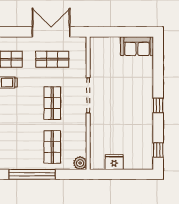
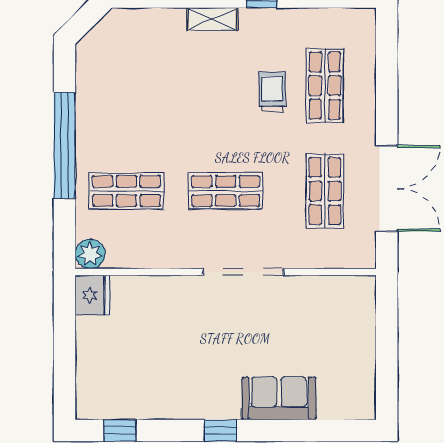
sofa: (137, 46) -> (279, 398), moved, turned 90
fridge: (114, 162) -> (92, 295), moved

